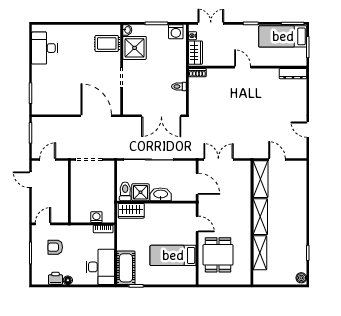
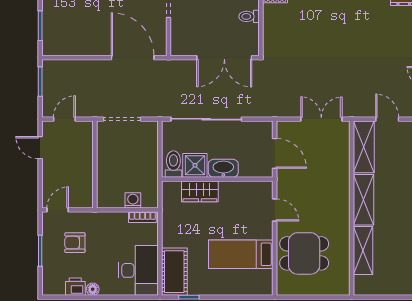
double door: (218, 160) -> (321, 119), moved
wardrobe: (131, 211) -> (200, 191), moved
dining table: (218, 255) -> (304, 253), turned 90

